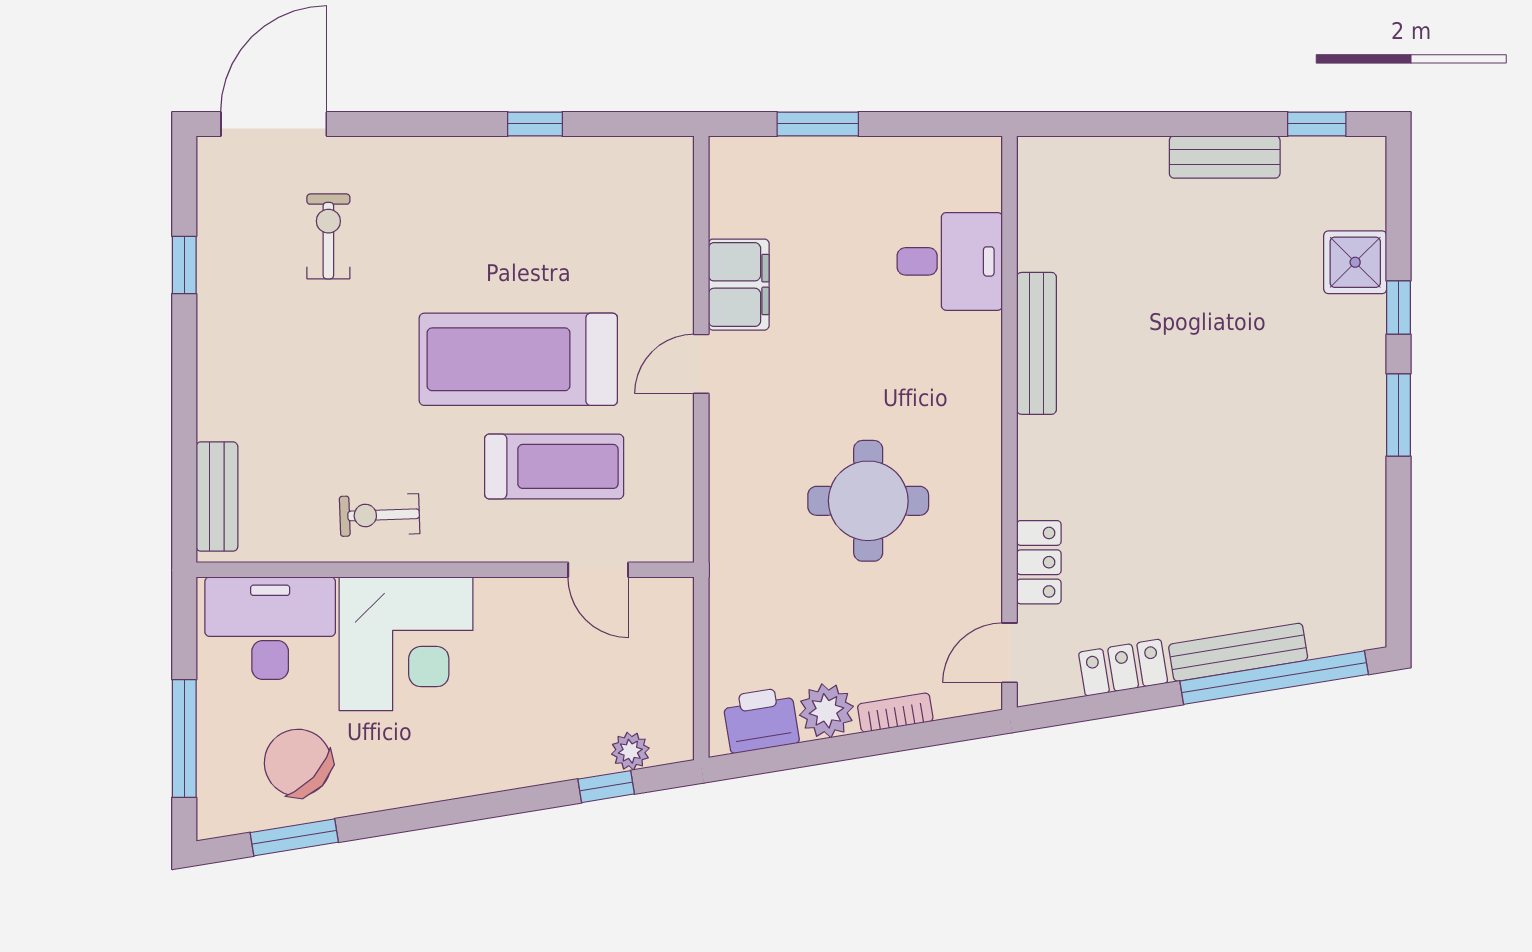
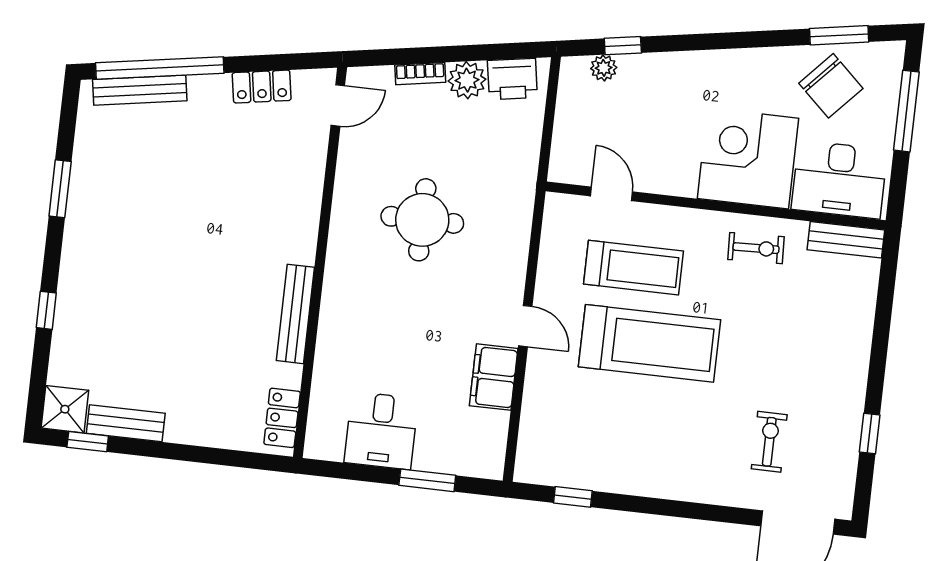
window: (535, 124) -> (573, 497), moved
bench: (1225, 157) -> (126, 423), moved
exercise bike: (328, 236) -> (769, 442), turned 180
desk: (950, 261) -> (381, 431), moved, turned -90
shower: (1355, 262) -> (65, 409), moved
door: (701, 364) -> (525, 326), hinge flipped
window: (1399, 415) -> (60, 189), moved
treadmill: (554, 466) -> (633, 268), turned 180
bench: (217, 497) -> (846, 240), moved, turned 90
locker: (1039, 562) -> (282, 418), moved
bench: (1238, 652) -> (140, 90), moved

